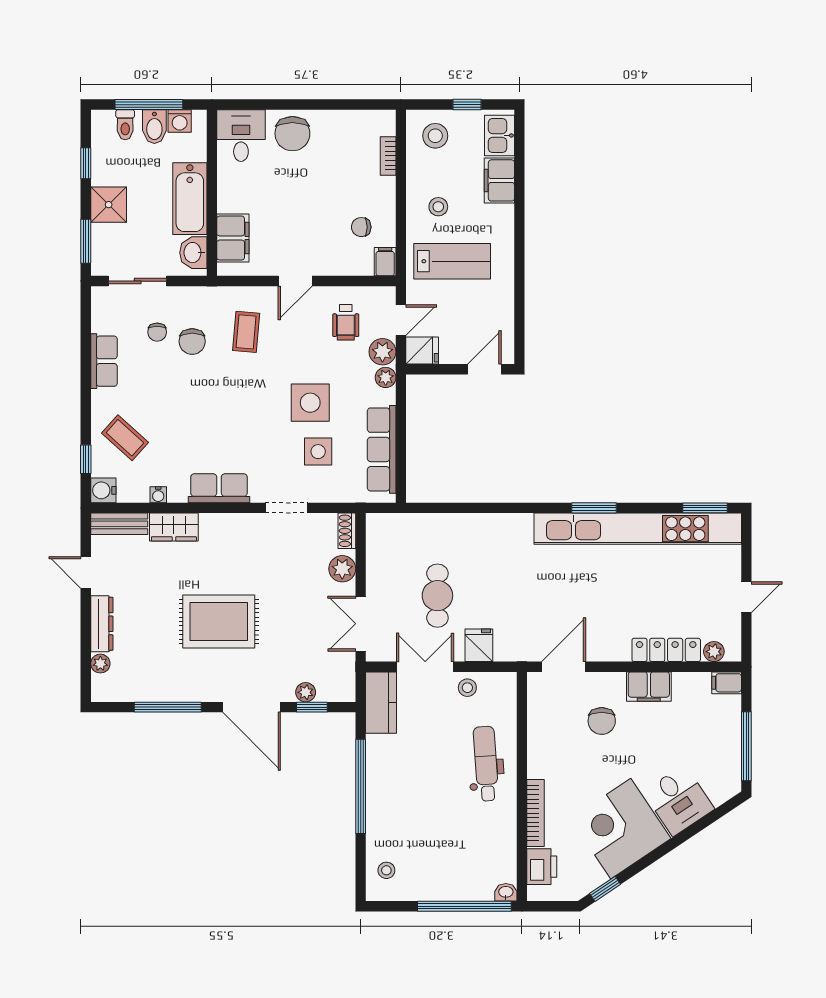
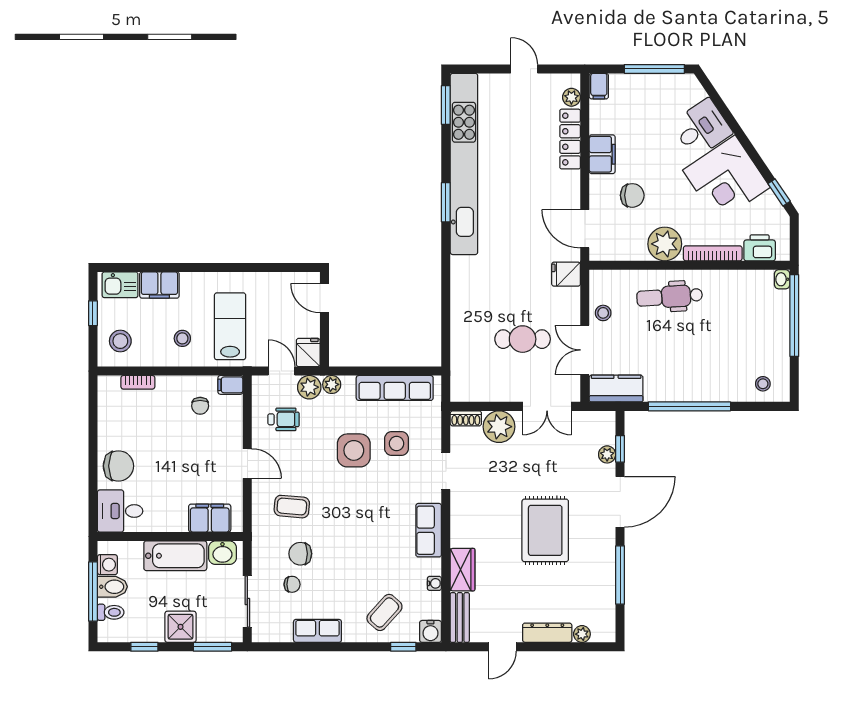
chair: (192, 341) -> (300, 554), turned 180
plant: (342, 569) -> (499, 427), width x1.36, depth x1.36
fridge: (479, 645) -> (566, 274), moved
plant: (546, 758) -> (665, 244), added

